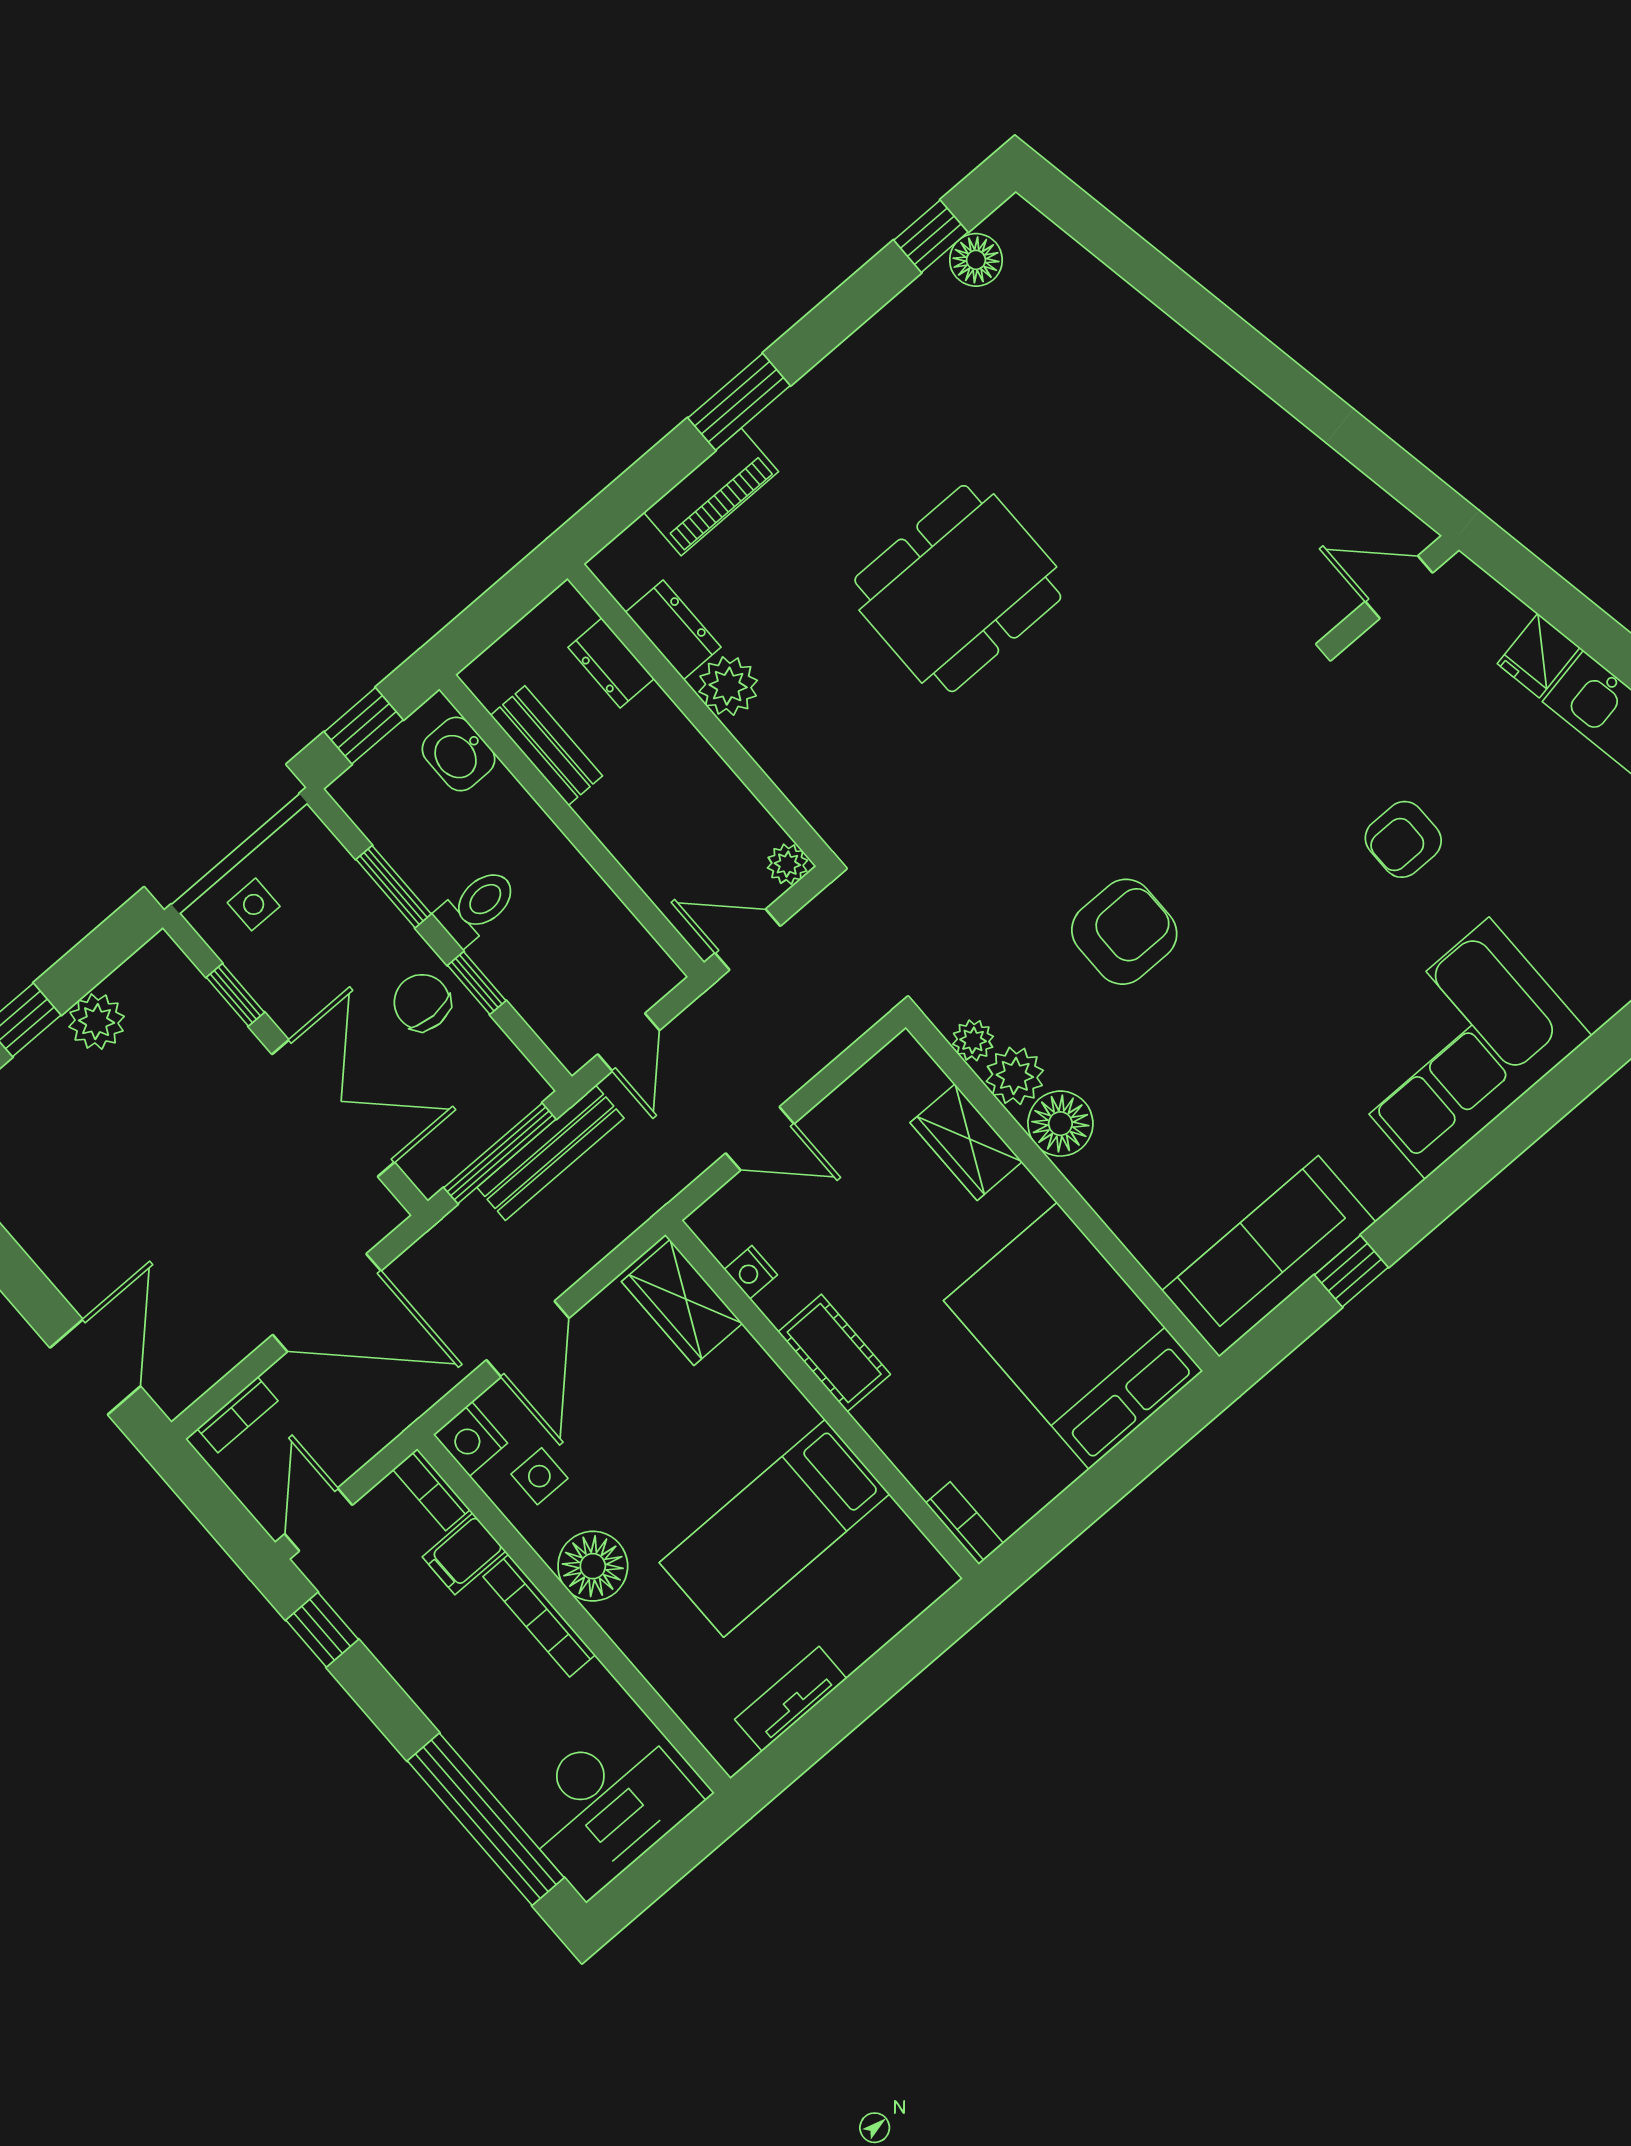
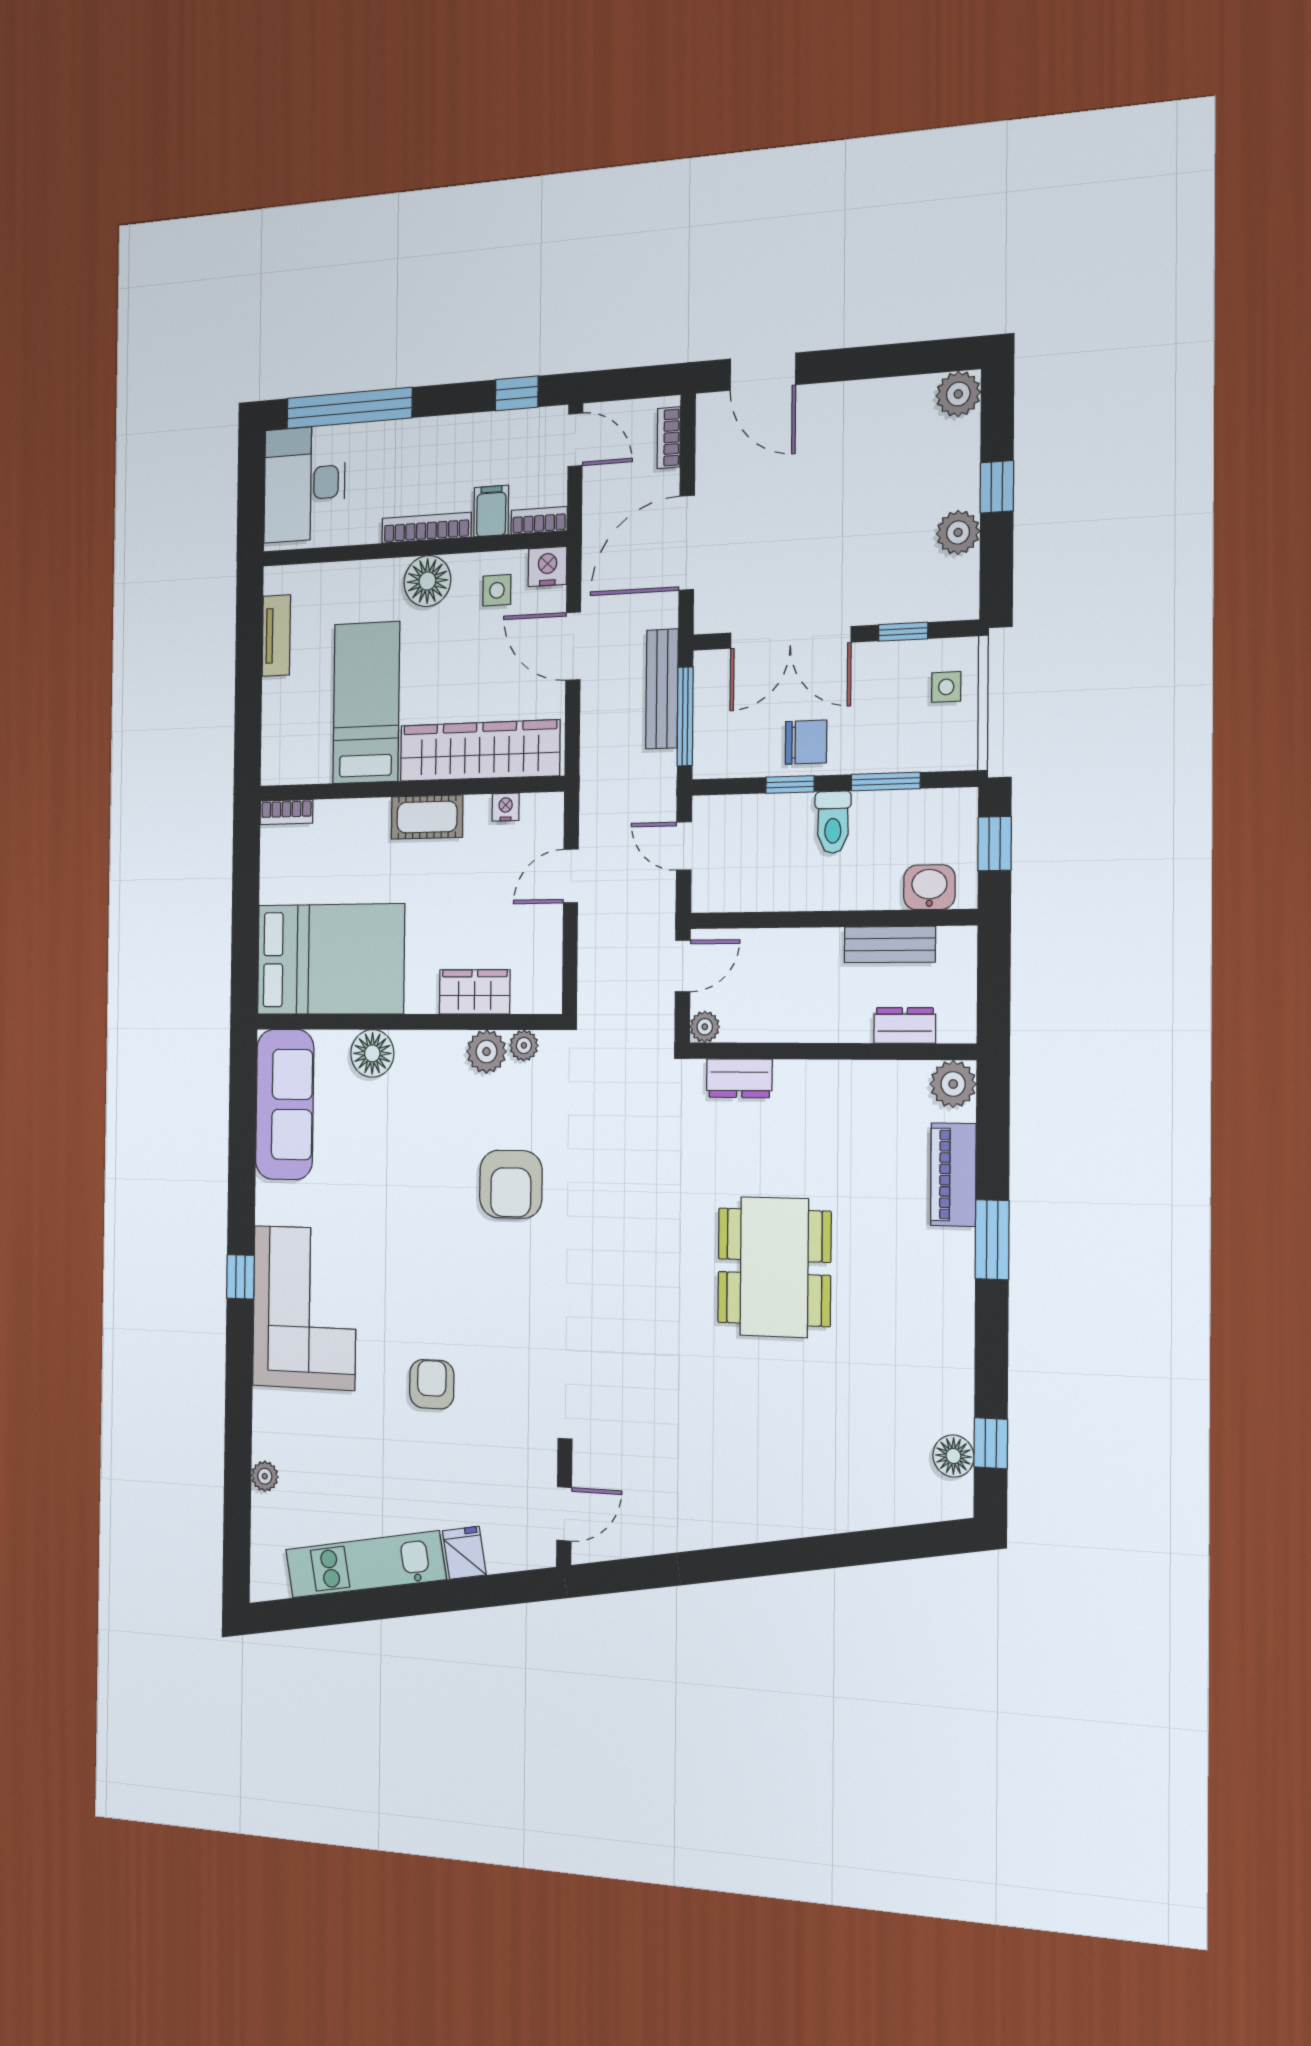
dresser: (673, 630) -> (739, 1078), moved
plant: (728, 686) -> (953, 1084), moved
floor lamp: (1060, 1124) -> (372, 1053), moved
bench: (550, 1153) -> (662, 689), moved
window: (1351, 1271) -> (240, 1277), moved
wardrobe: (682, 1302) -> (480, 751), width x2.10, depth x1.17

